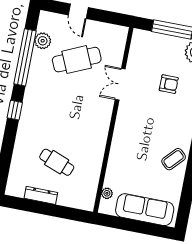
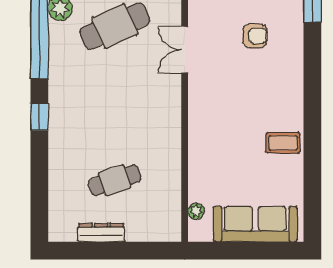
coffee table: (174, 159) -> (283, 143), turned 47
cafe table: (57, 162) -> (115, 180), turned -39

